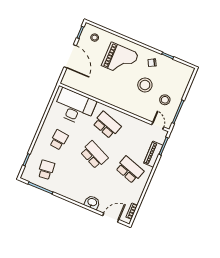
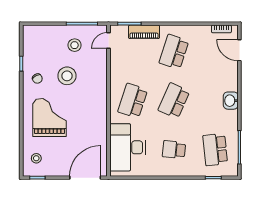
door: (70, 56) -> (85, 178), moved
school desk: (46, 170) -> (215, 150), width x1.85
washbasin: (92, 202) -> (231, 101), moved

